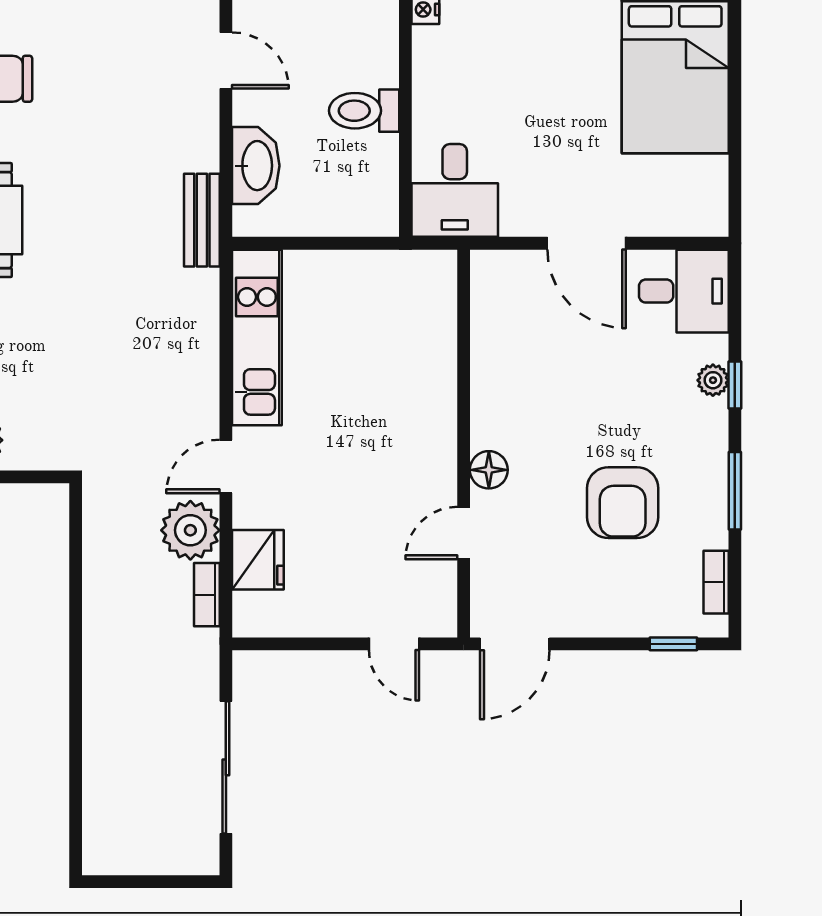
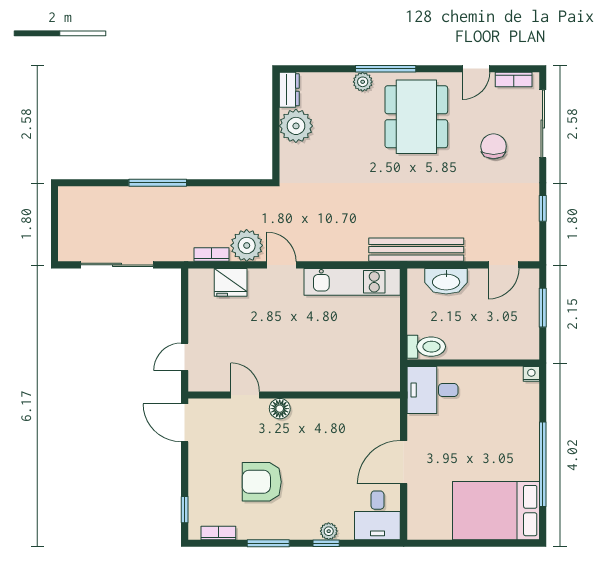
toilet: (364, 111) -> (426, 347), moved, turned 90
bench: (202, 220) -> (416, 250), width x1.86, depth x1.21
window: (76, 693) -> (158, 183), added

